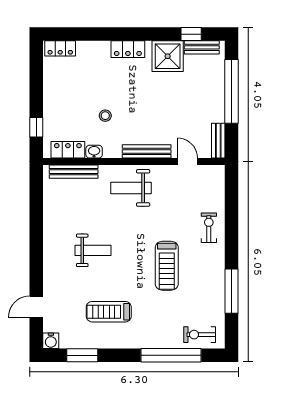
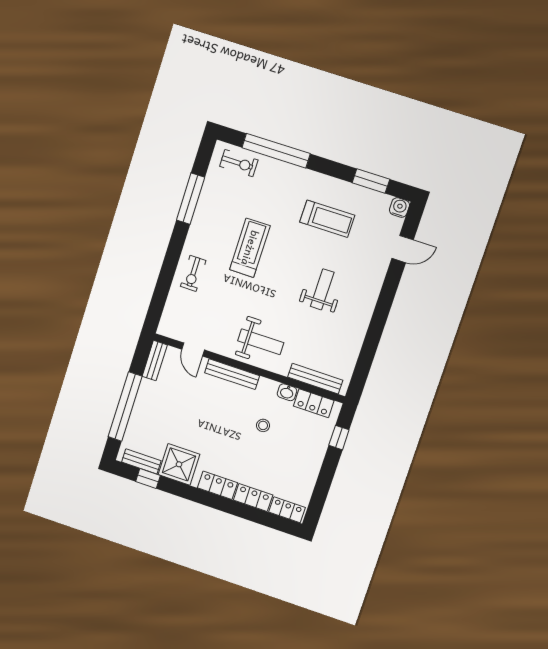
locker: (93, 49) -> (253, 498), added
weight bench: (93, 250) -> (322, 289), turned 90

